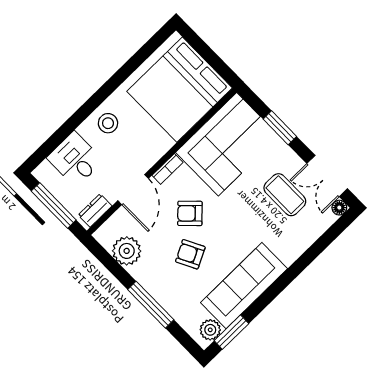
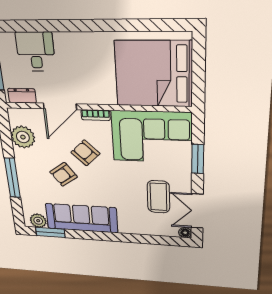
stool: (108, 123) -> (81, 49), removed
armchair: (190, 254) -> (64, 174), turned -99

